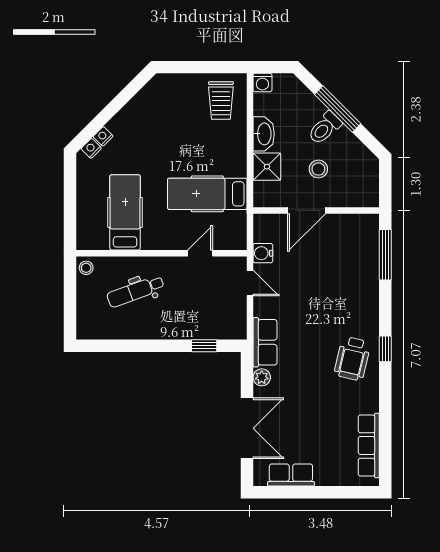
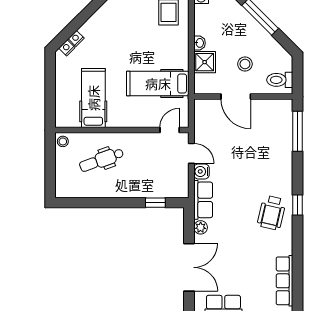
toilet: (325, 128) -> (280, 80), moved, turned 45
washbasin: (264, 134) -> (199, 43), width x0.52, depth x0.69
door: (307, 211) -> (236, 97), hinge flipped
door: (200, 253) -> (170, 130), moved
water cooler: (263, 253) -> (201, 171), moved

